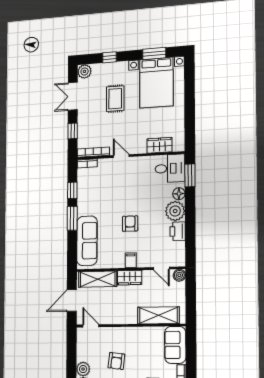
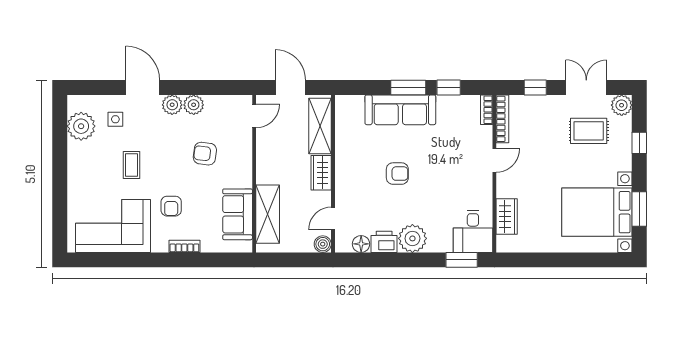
rug: (115, 99) -> (589, 131), moved
floor lamp: (179, 194) -> (361, 244), moved
sofa: (87, 241) -> (400, 110), moved
filing cabinet: (131, 260) -> (345, 174), removed
sofa: (175, 345) -> (238, 214), moved, turned -90

